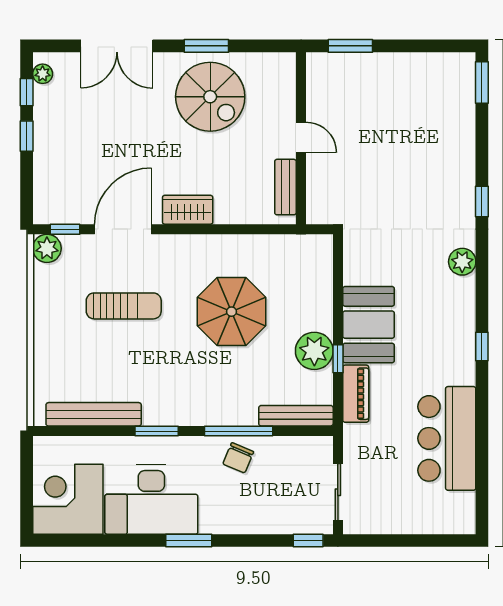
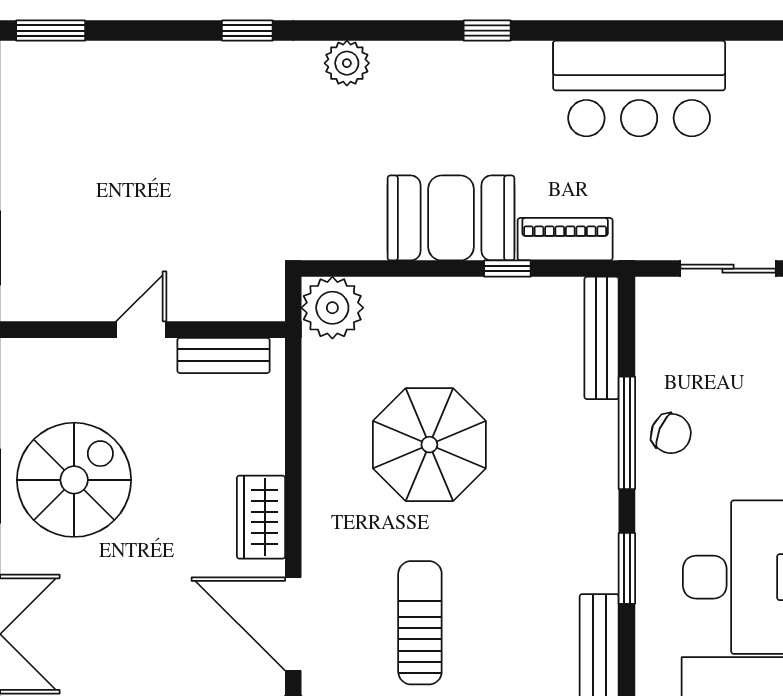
plant: (314, 351) -> (332, 308), moved

